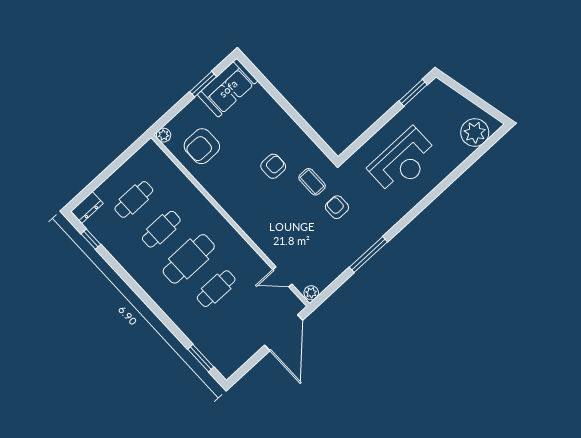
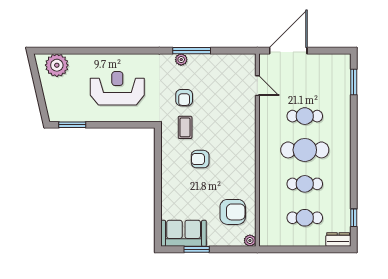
plant: (311, 293) -> (181, 60), moved

